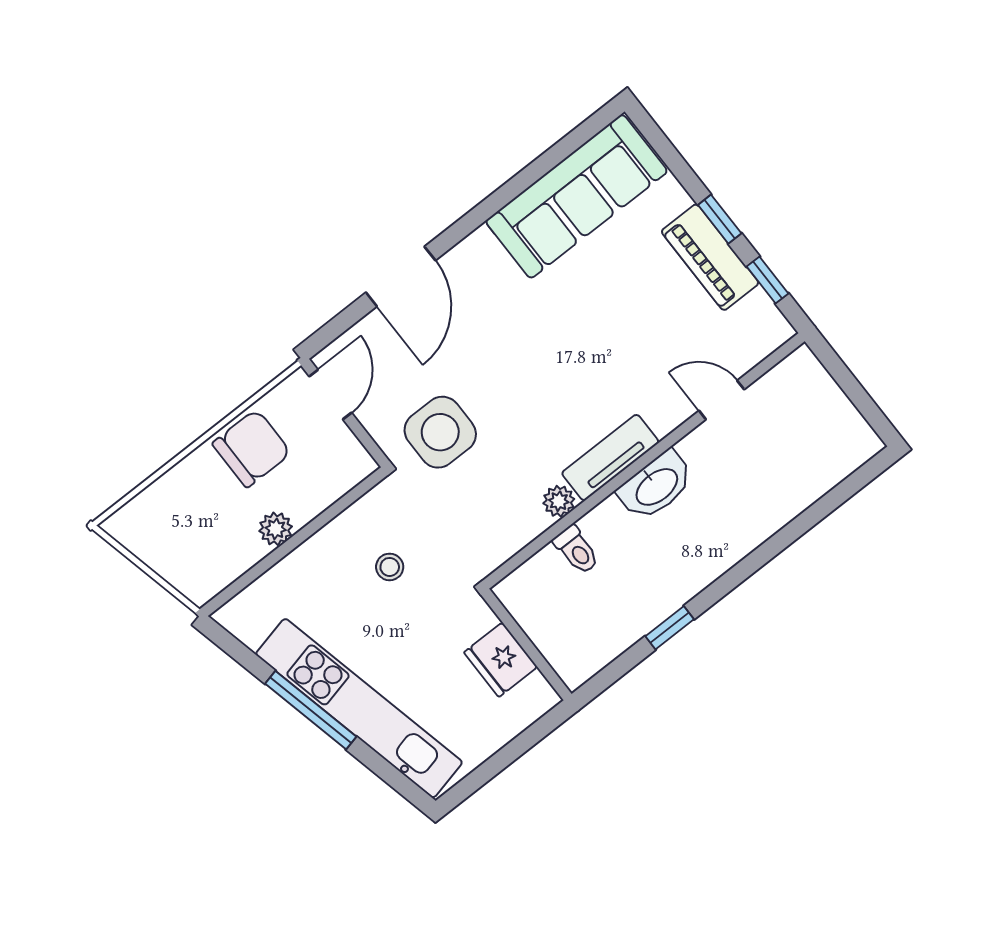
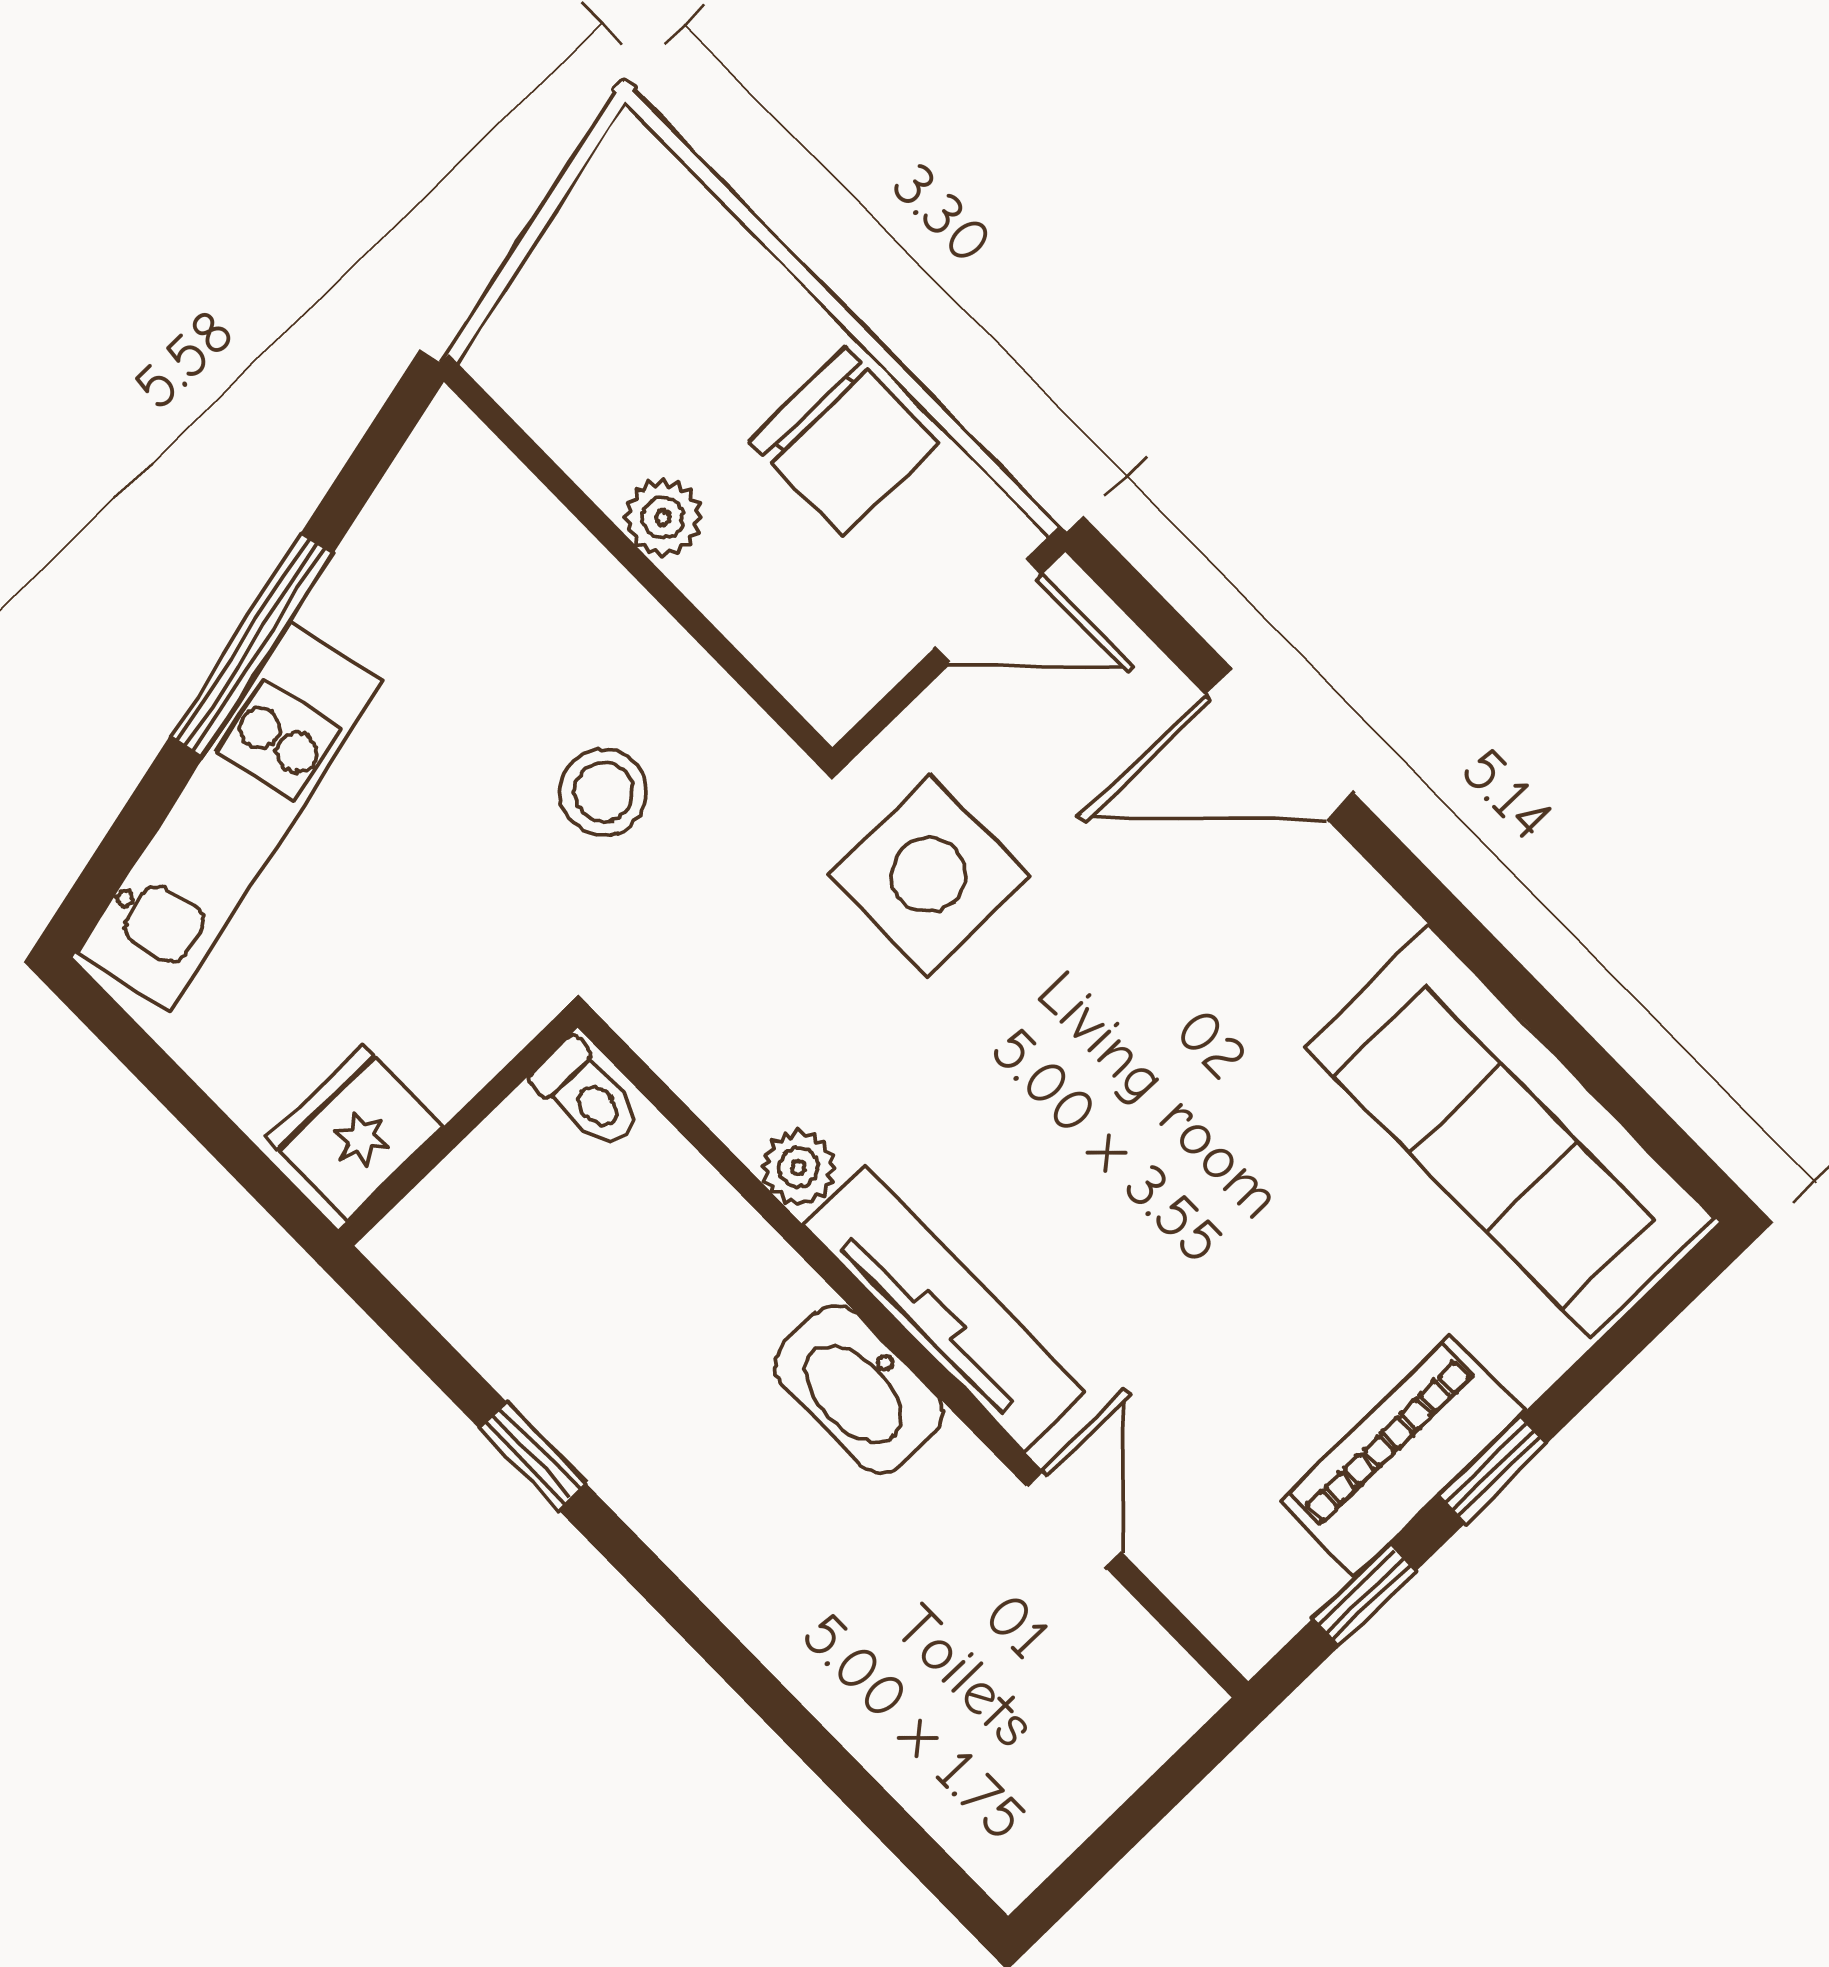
tv unit: (610, 458) -> (945, 1309), width x1.41
toilet: (576, 550) -> (587, 1095), moved, turned -90
stool: (390, 567) -> (603, 792), width x1.37, depth x1.37
fridge: (501, 660) -> (355, 1132), moved
kitchen unit: (359, 708) -> (229, 816), width x0.73

